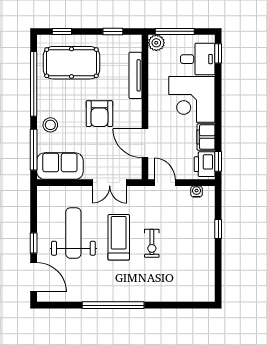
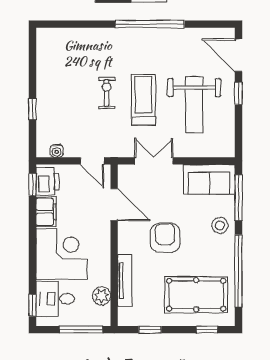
plant: (156, 43) -> (102, 296), moved
treadmill: (119, 237) -> (144, 100), turned 180

